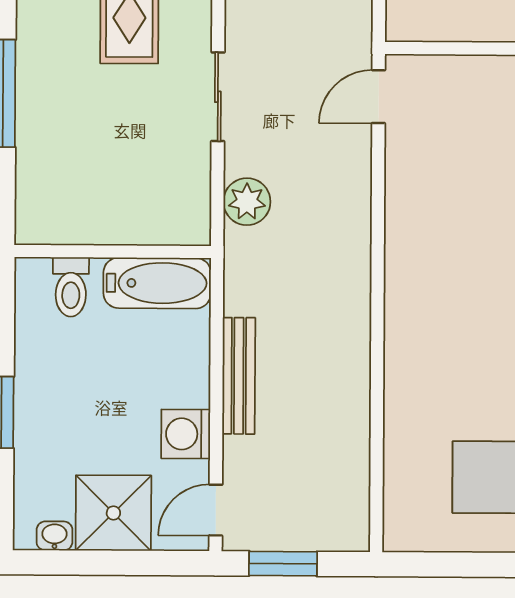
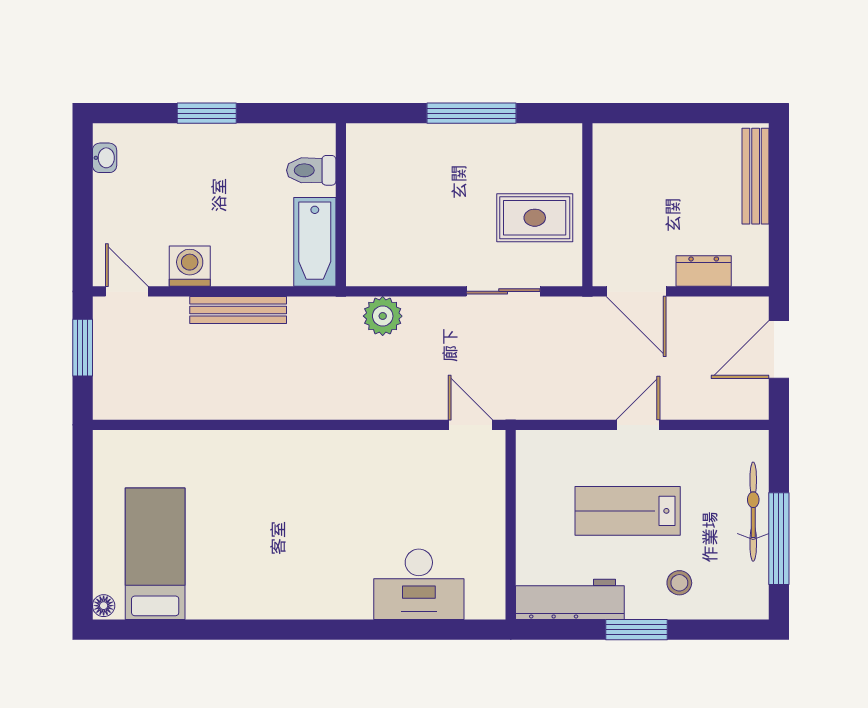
sliding door: (218, 97) -> (503, 291), moved
shower: (113, 513) -> (124, 207), removed

